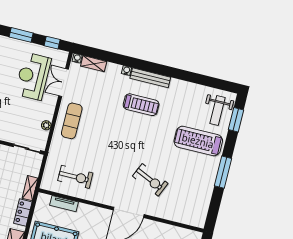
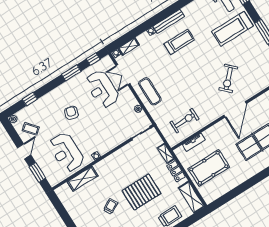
exercise bike: (150, 180) -> (228, 79), turned 111

